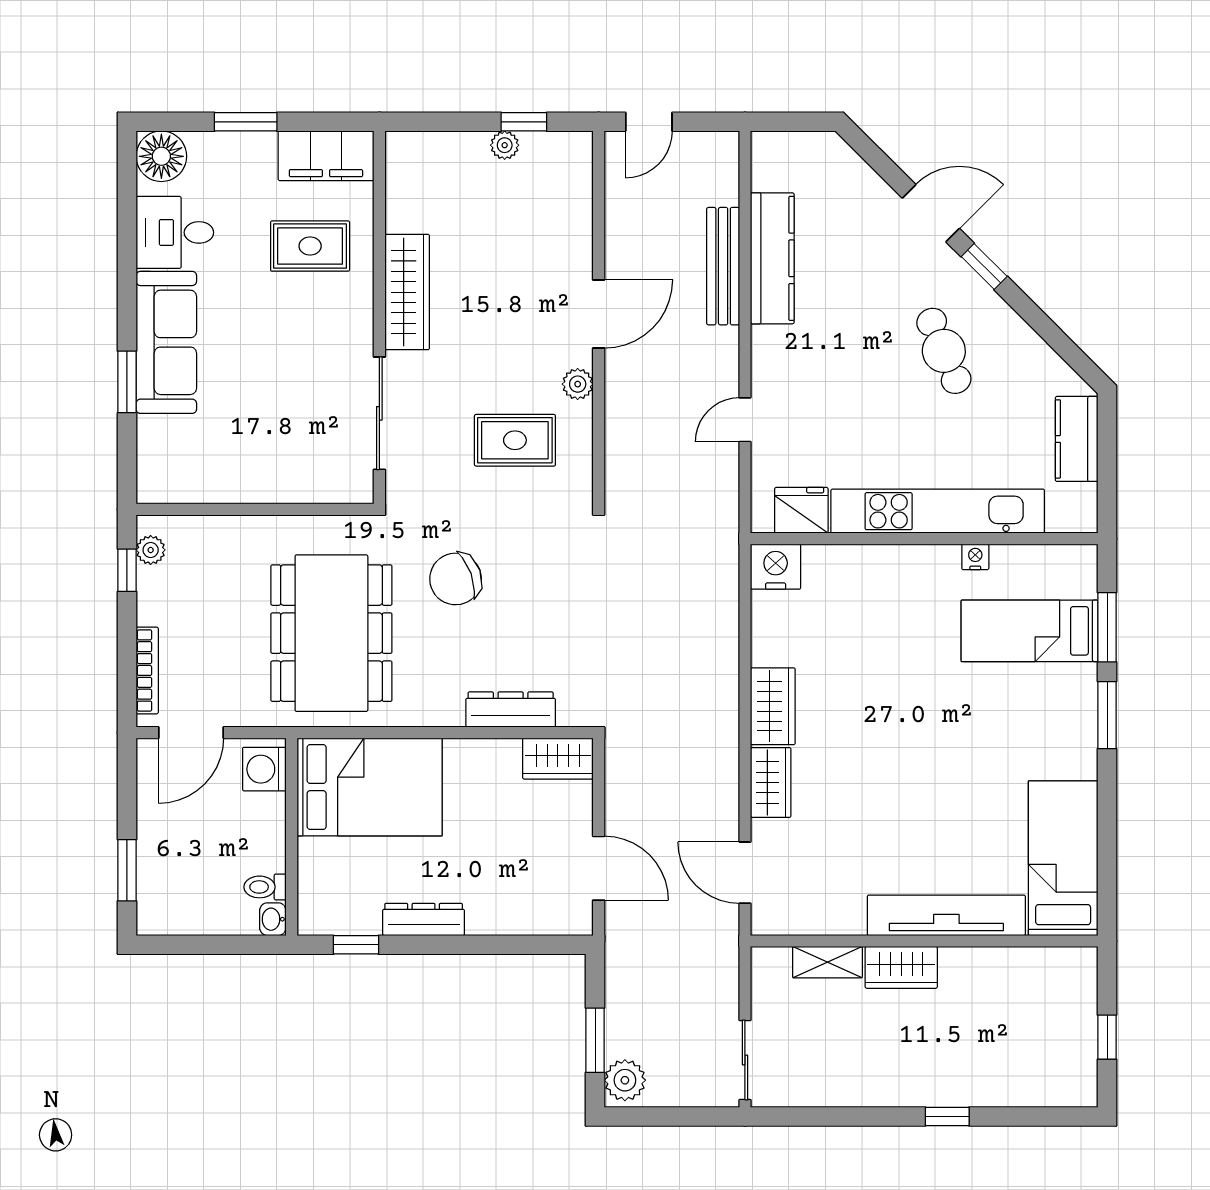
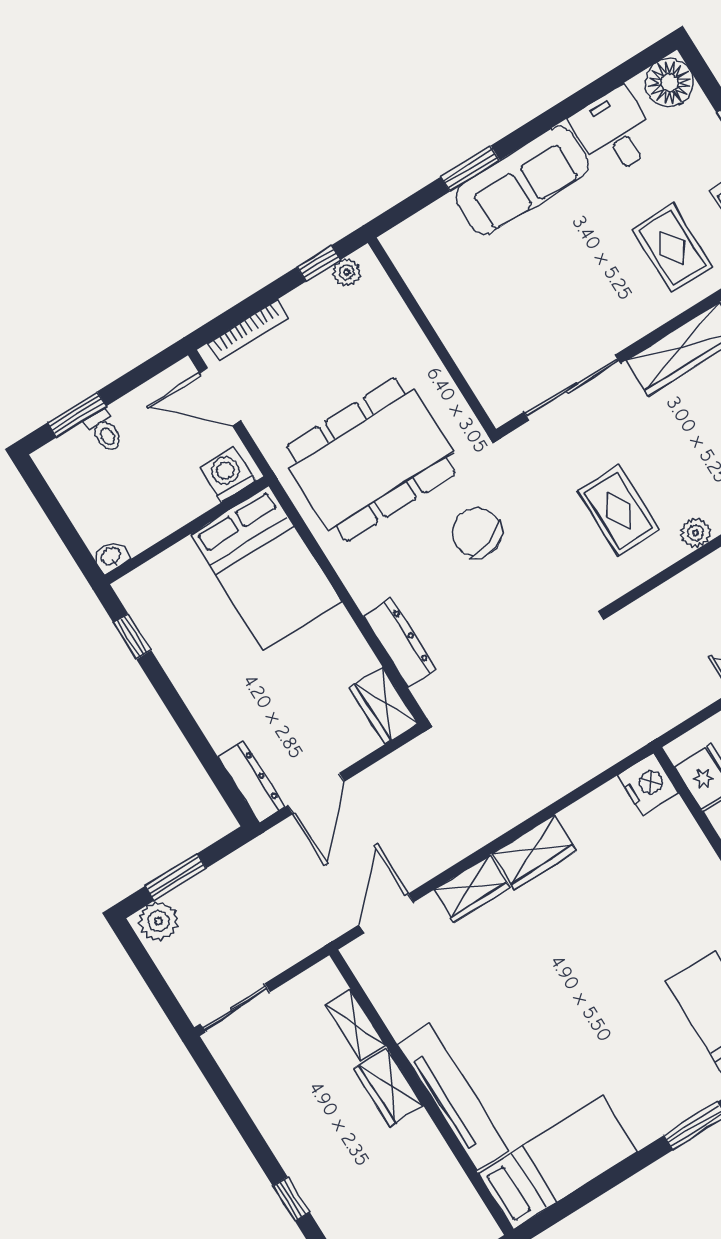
toilet: (265, 887) -> (104, 431), moved, turned 180
dresser: (424, 920) -> (251, 782), moved

